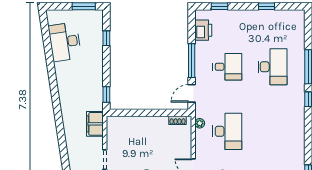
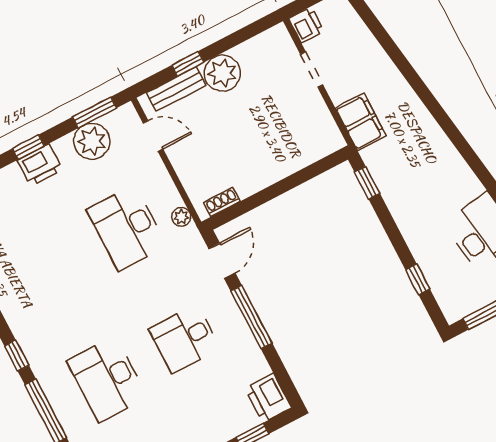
printer: (203, 30) -> (268, 398), moved

